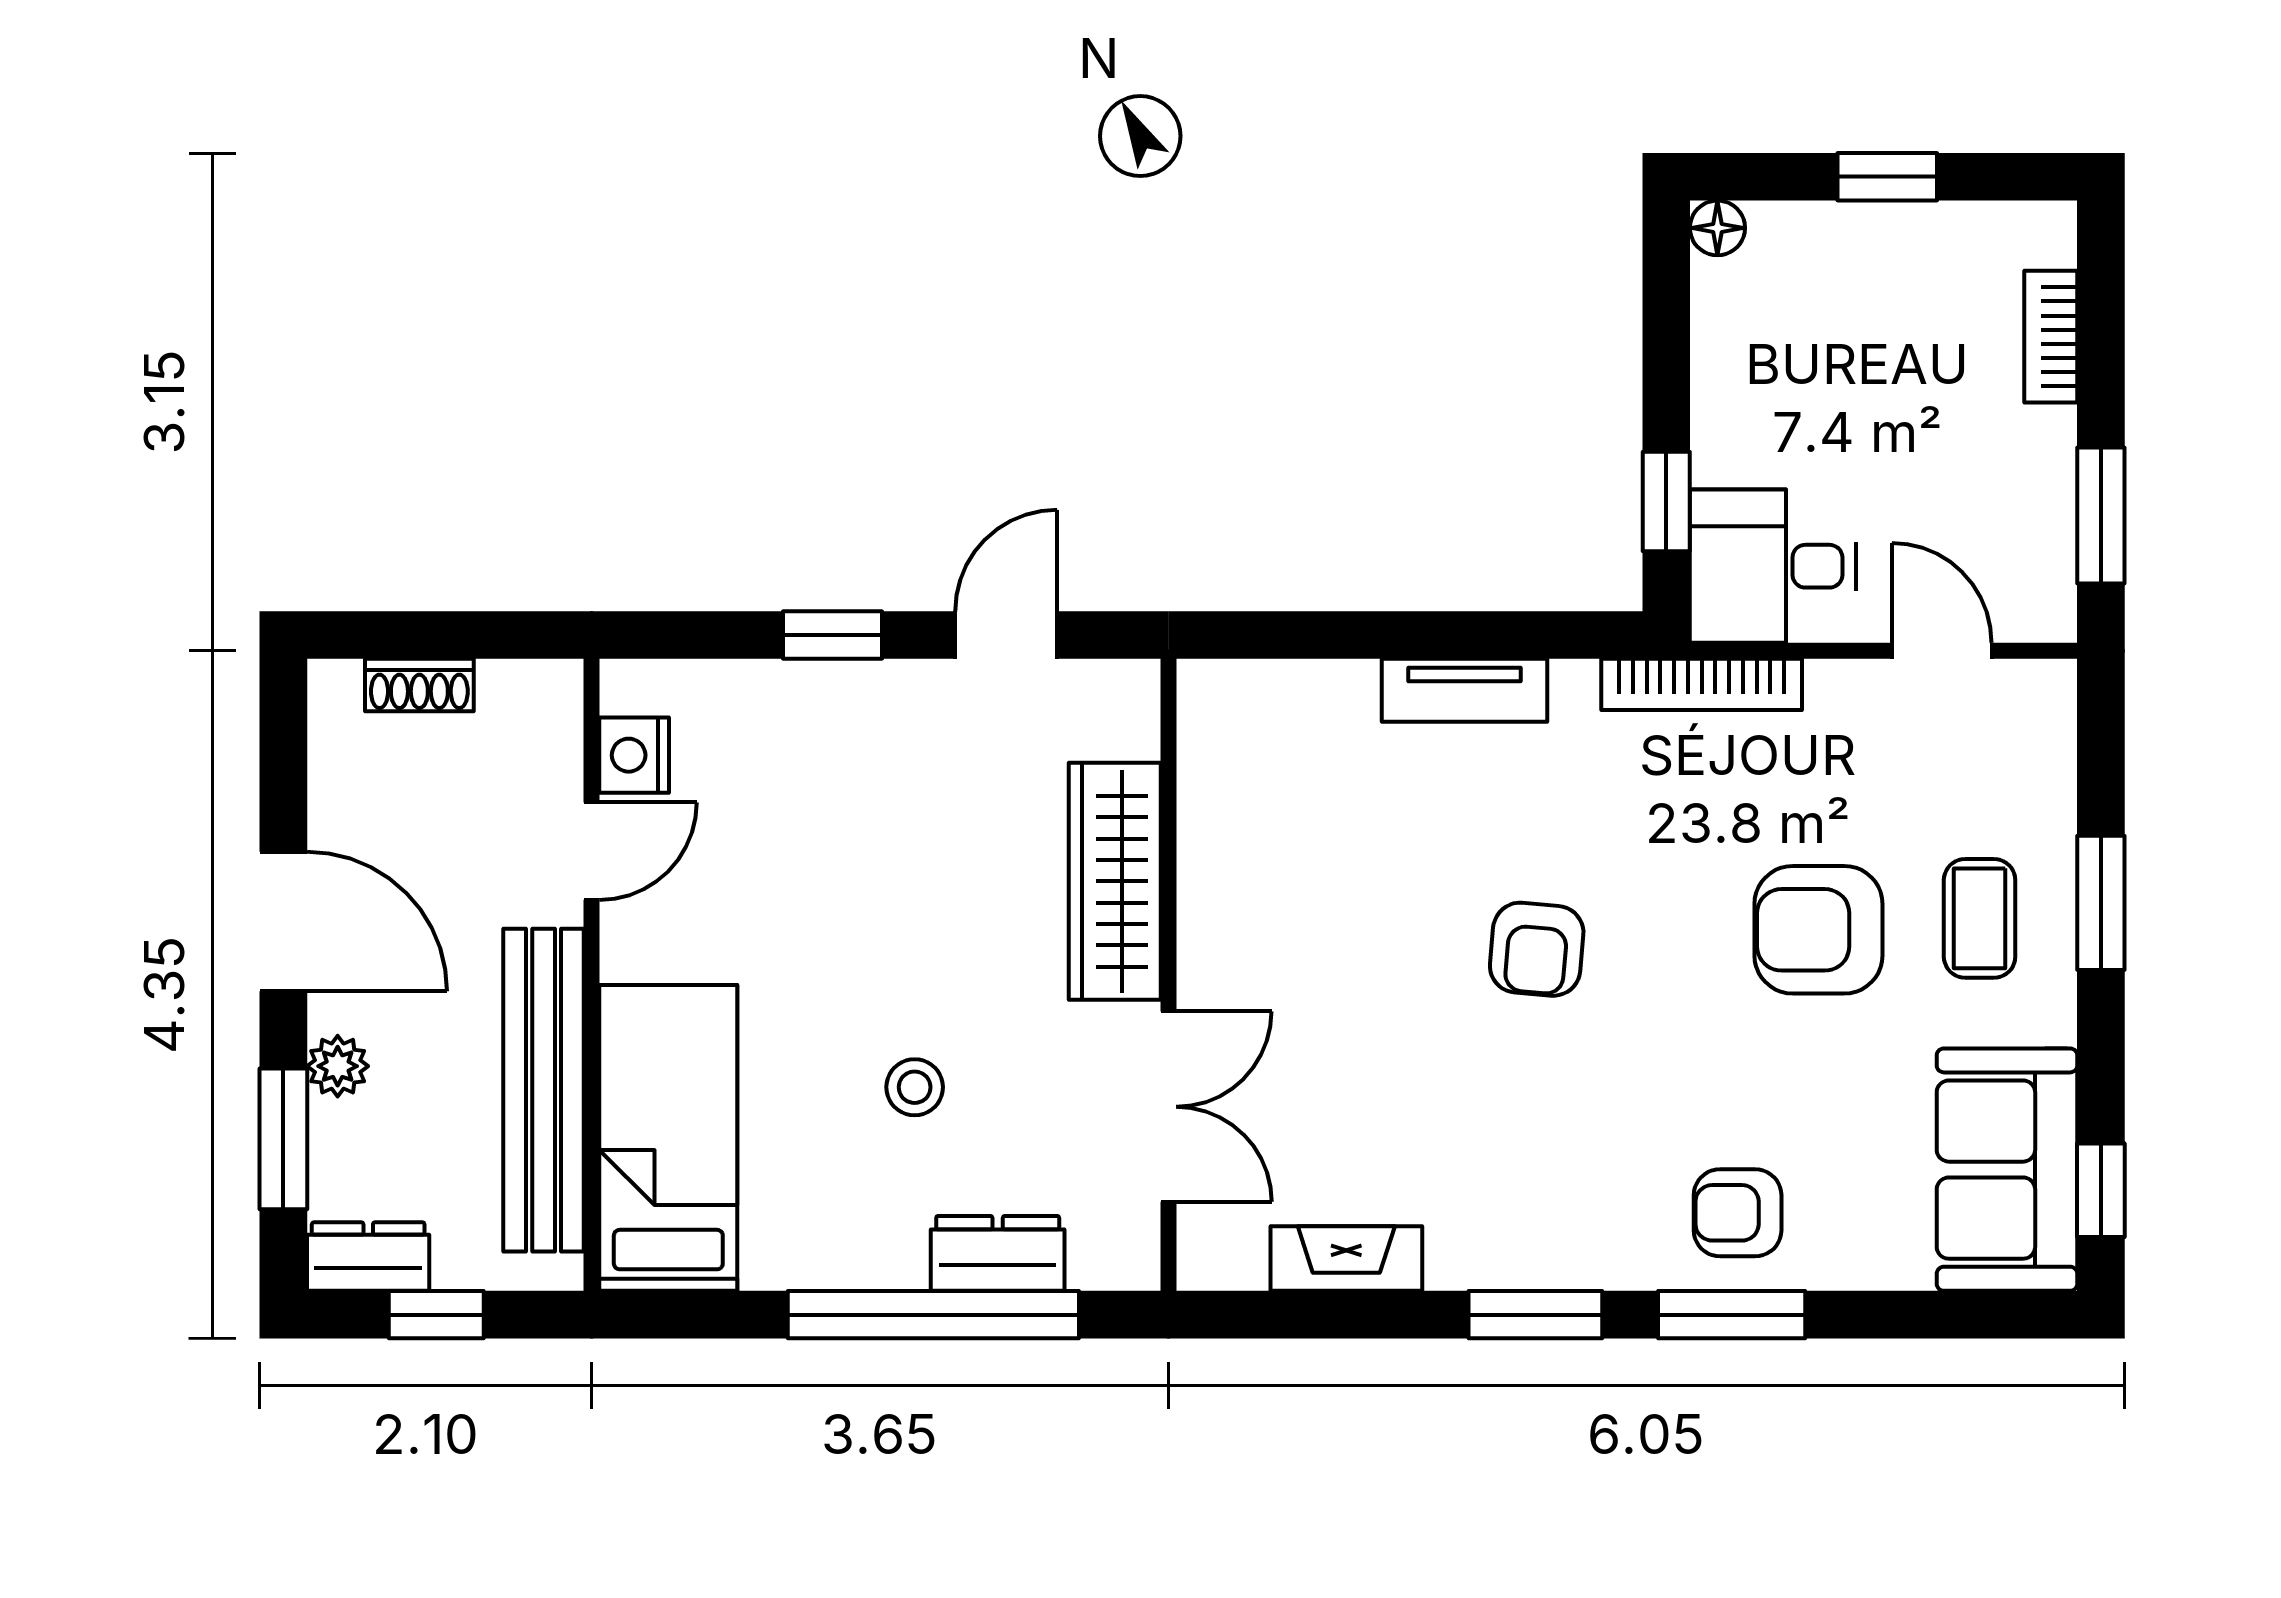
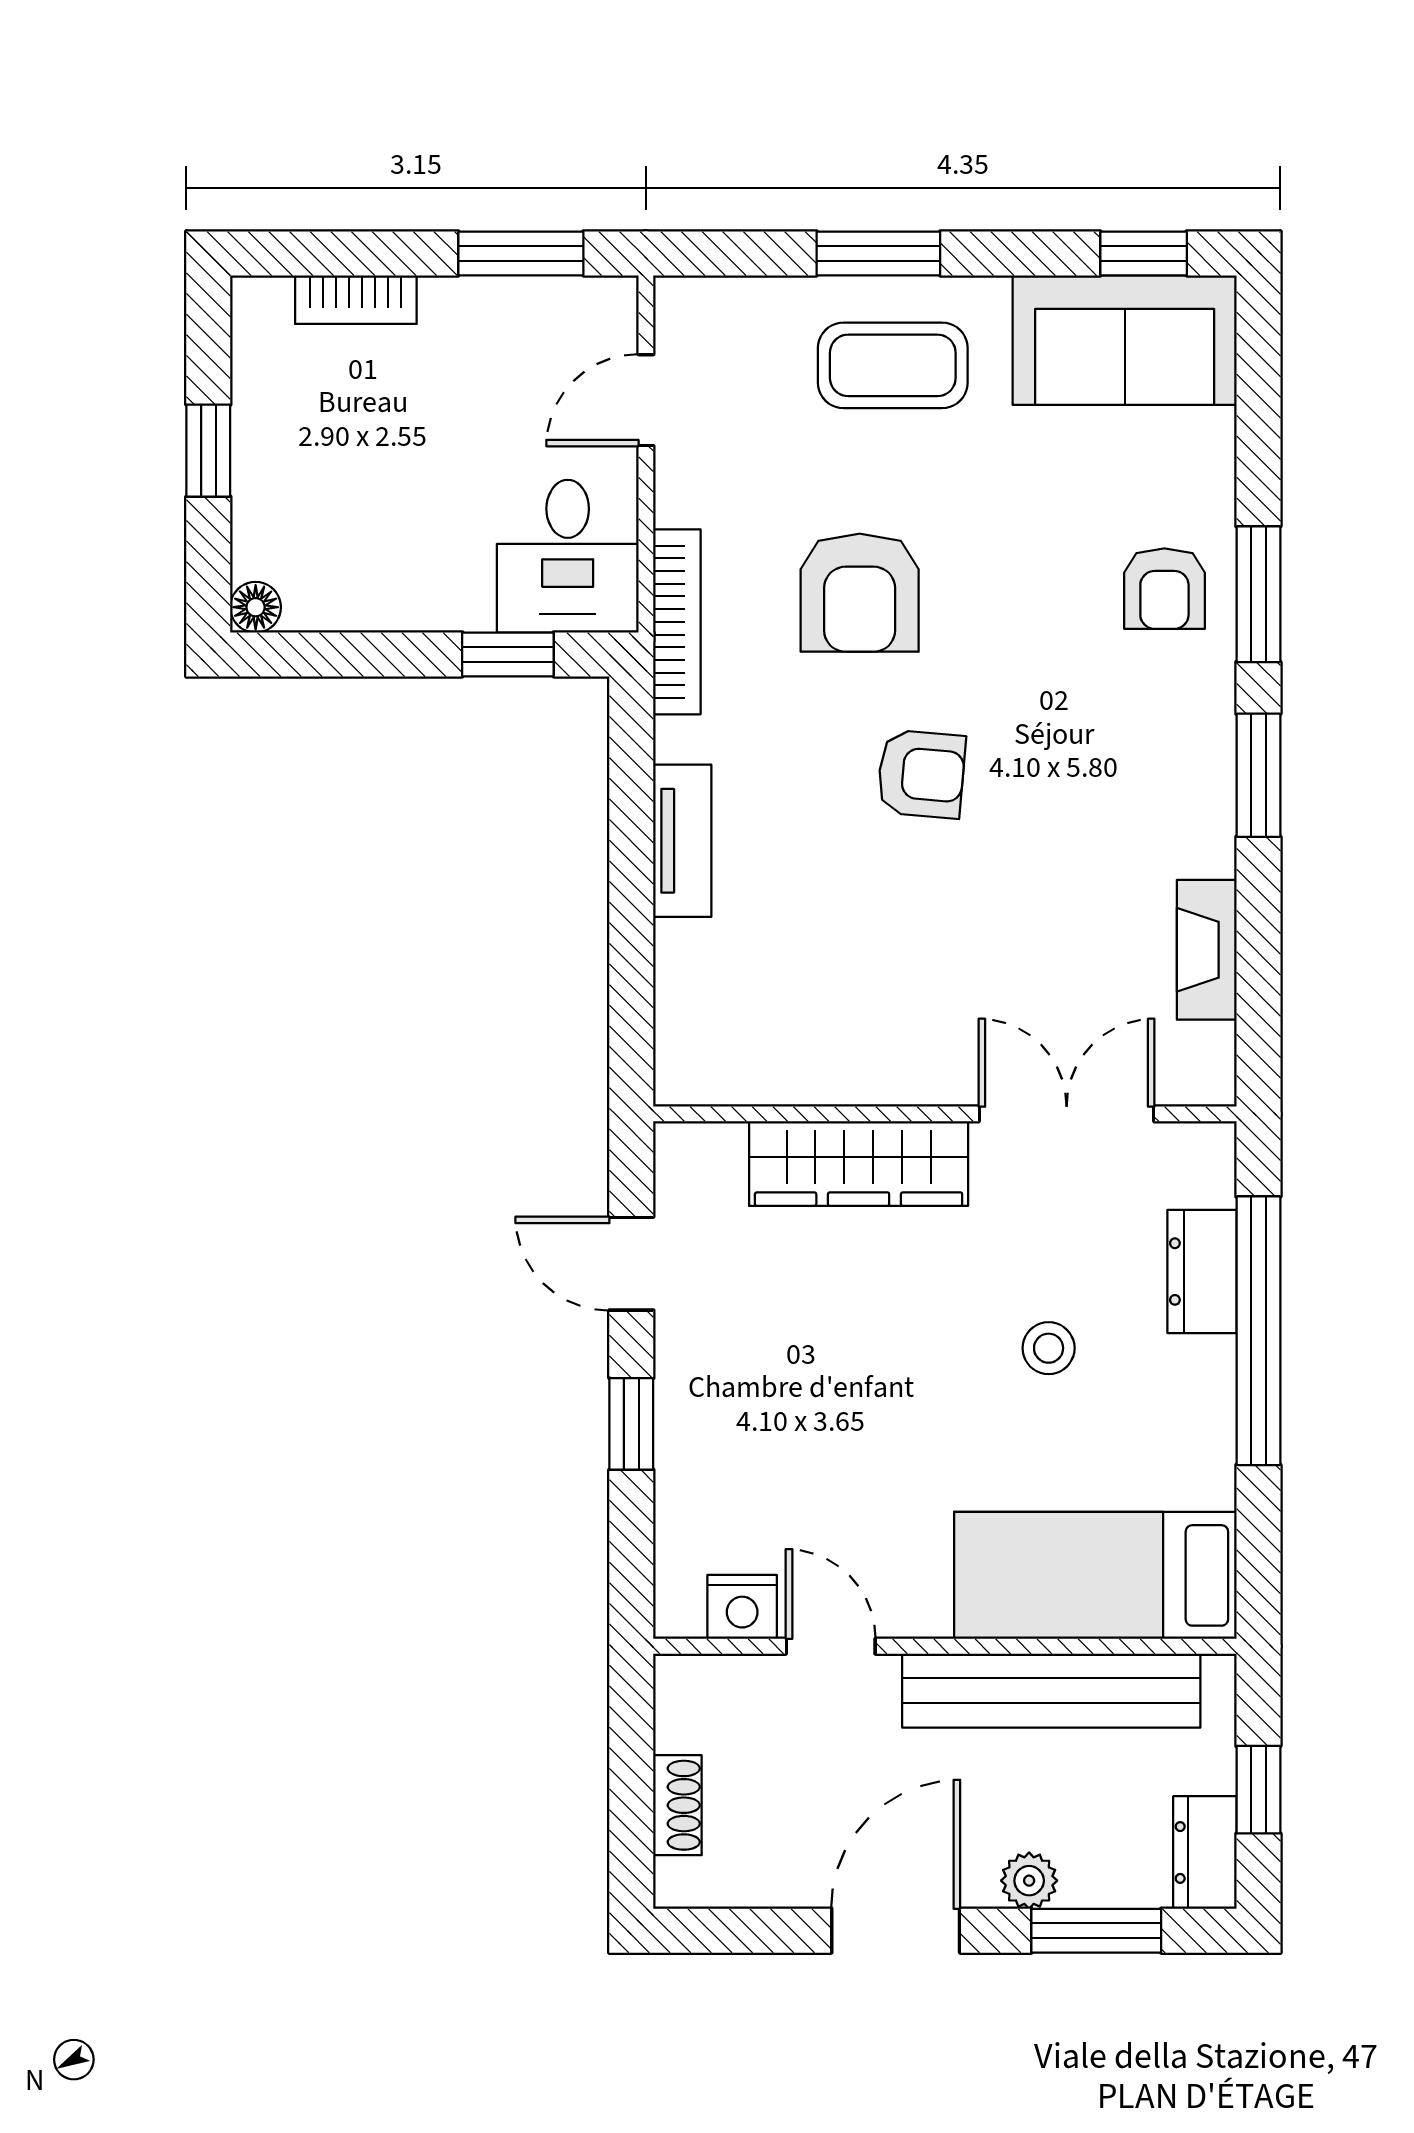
coffee table: (1980, 918) -> (893, 365), width x1.36, depth x1.30
armchair: (1818, 930) -> (860, 593), moved

